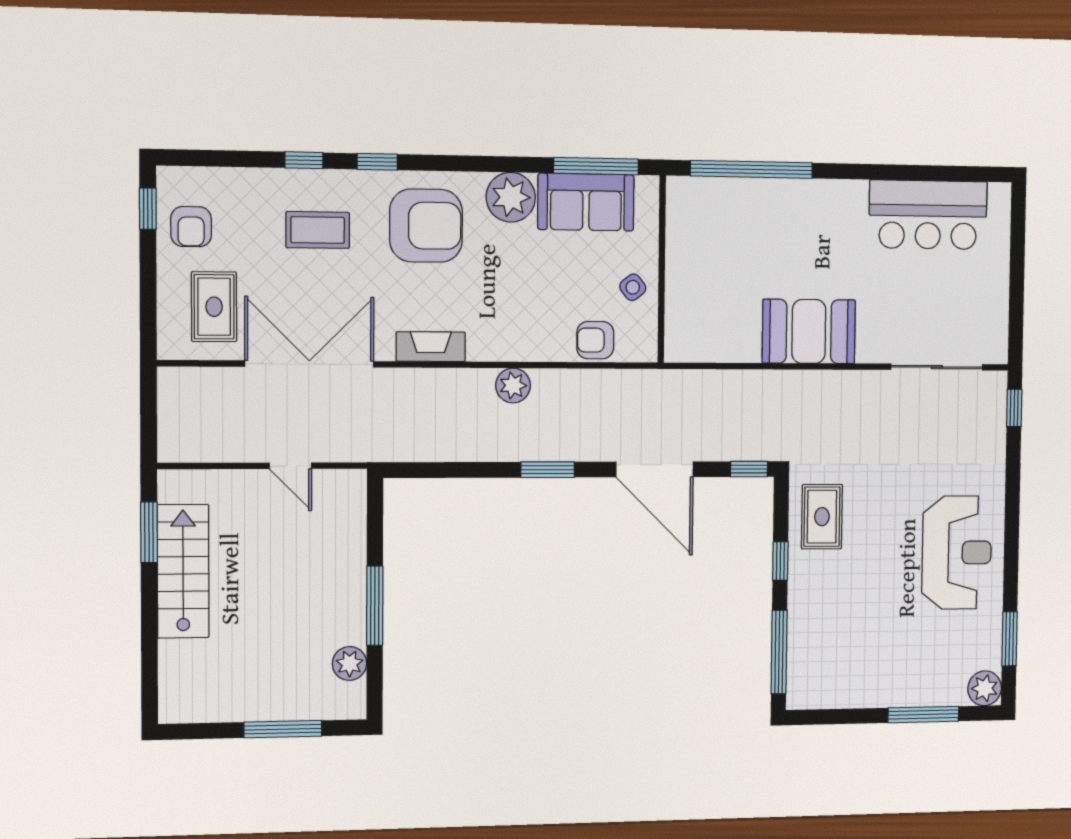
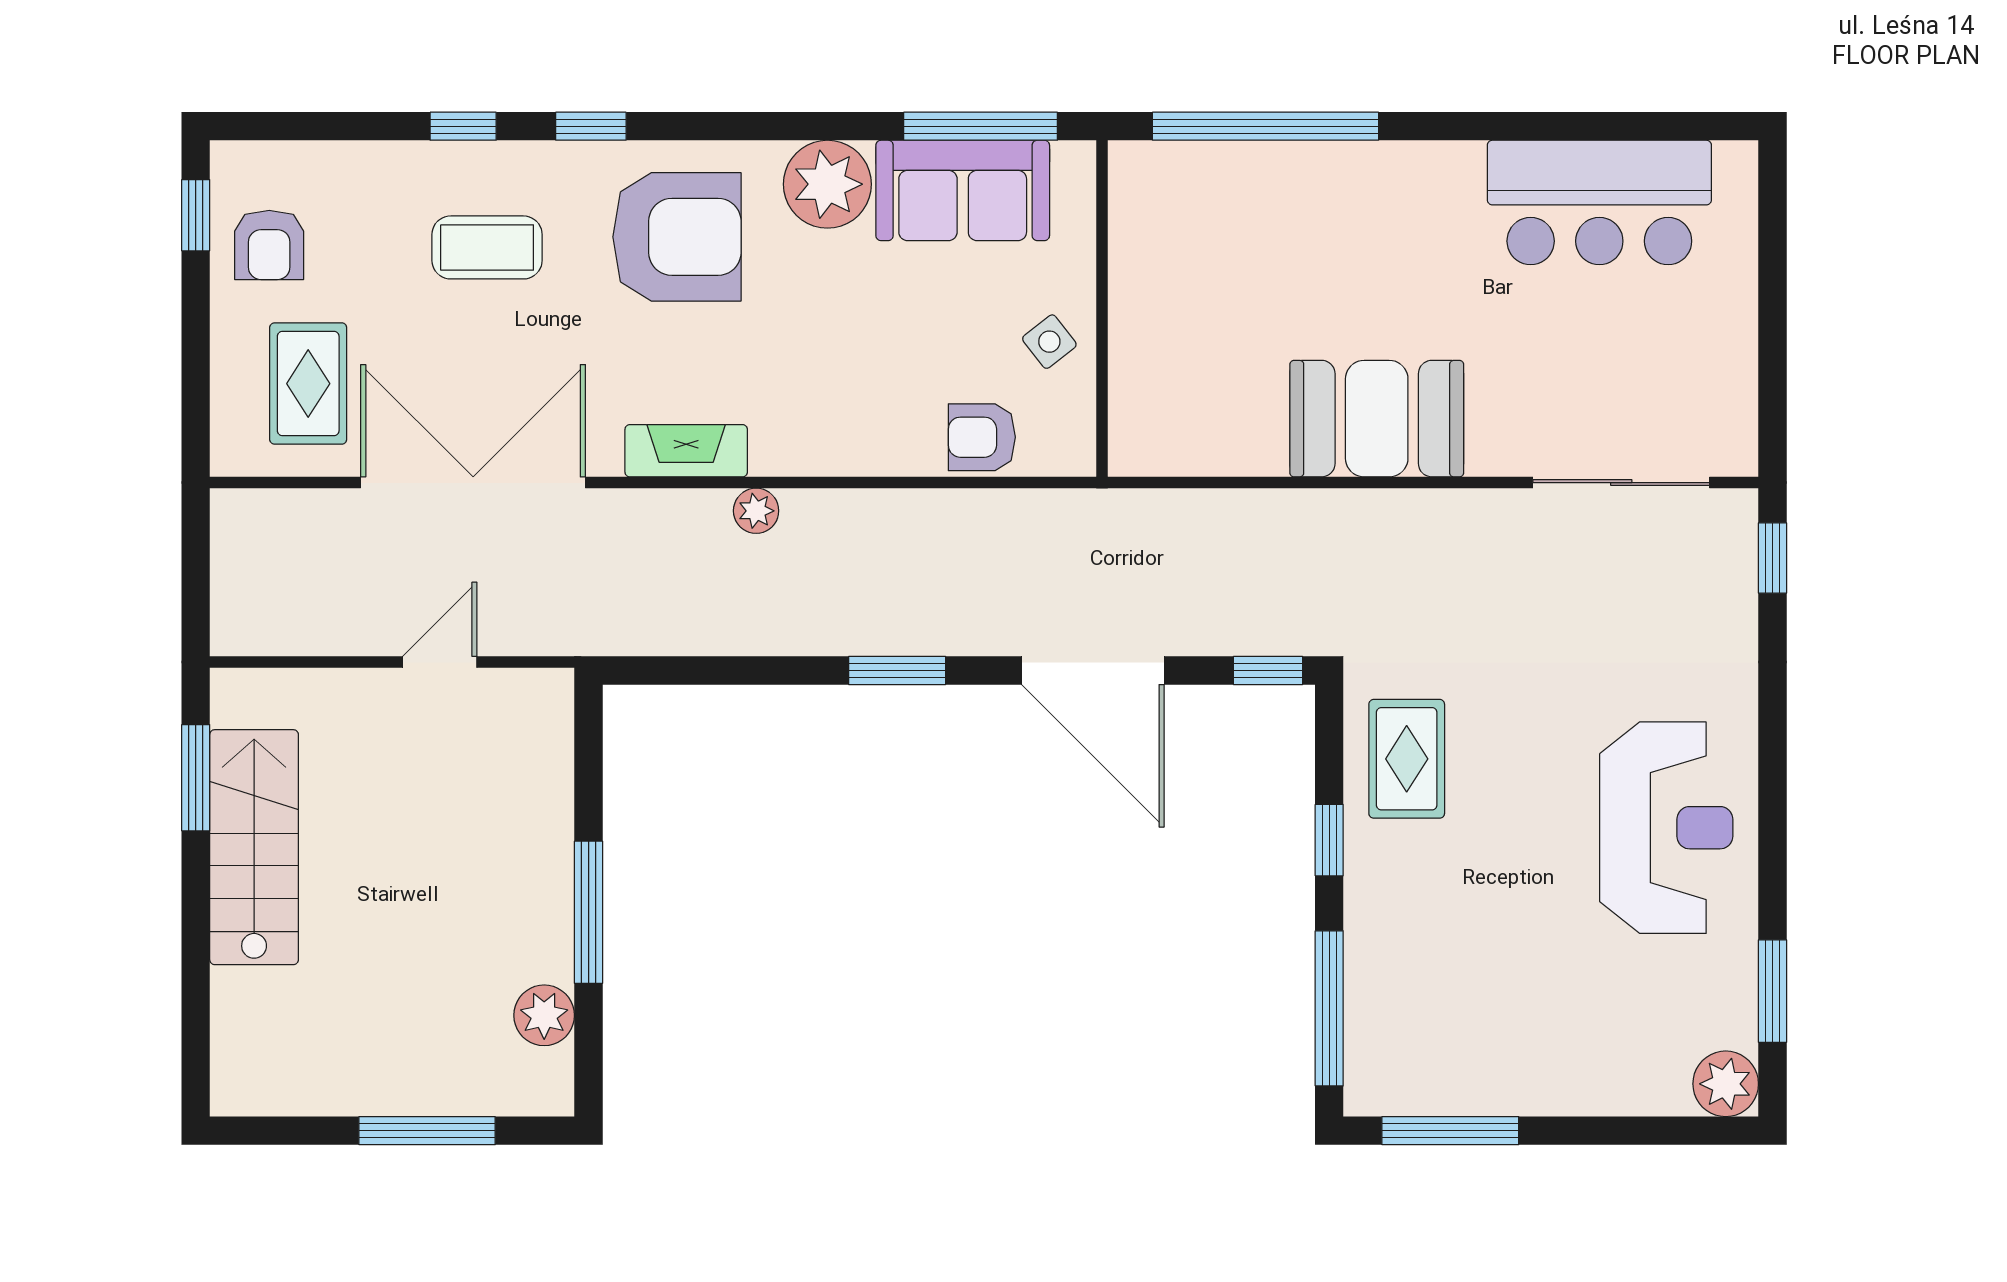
plant: (513, 385) -> (756, 511), moved, width x0.73, depth x0.73
door: (290, 466) -> (440, 662), swing flipped
window: (923, 714) -> (1450, 1131), moved

